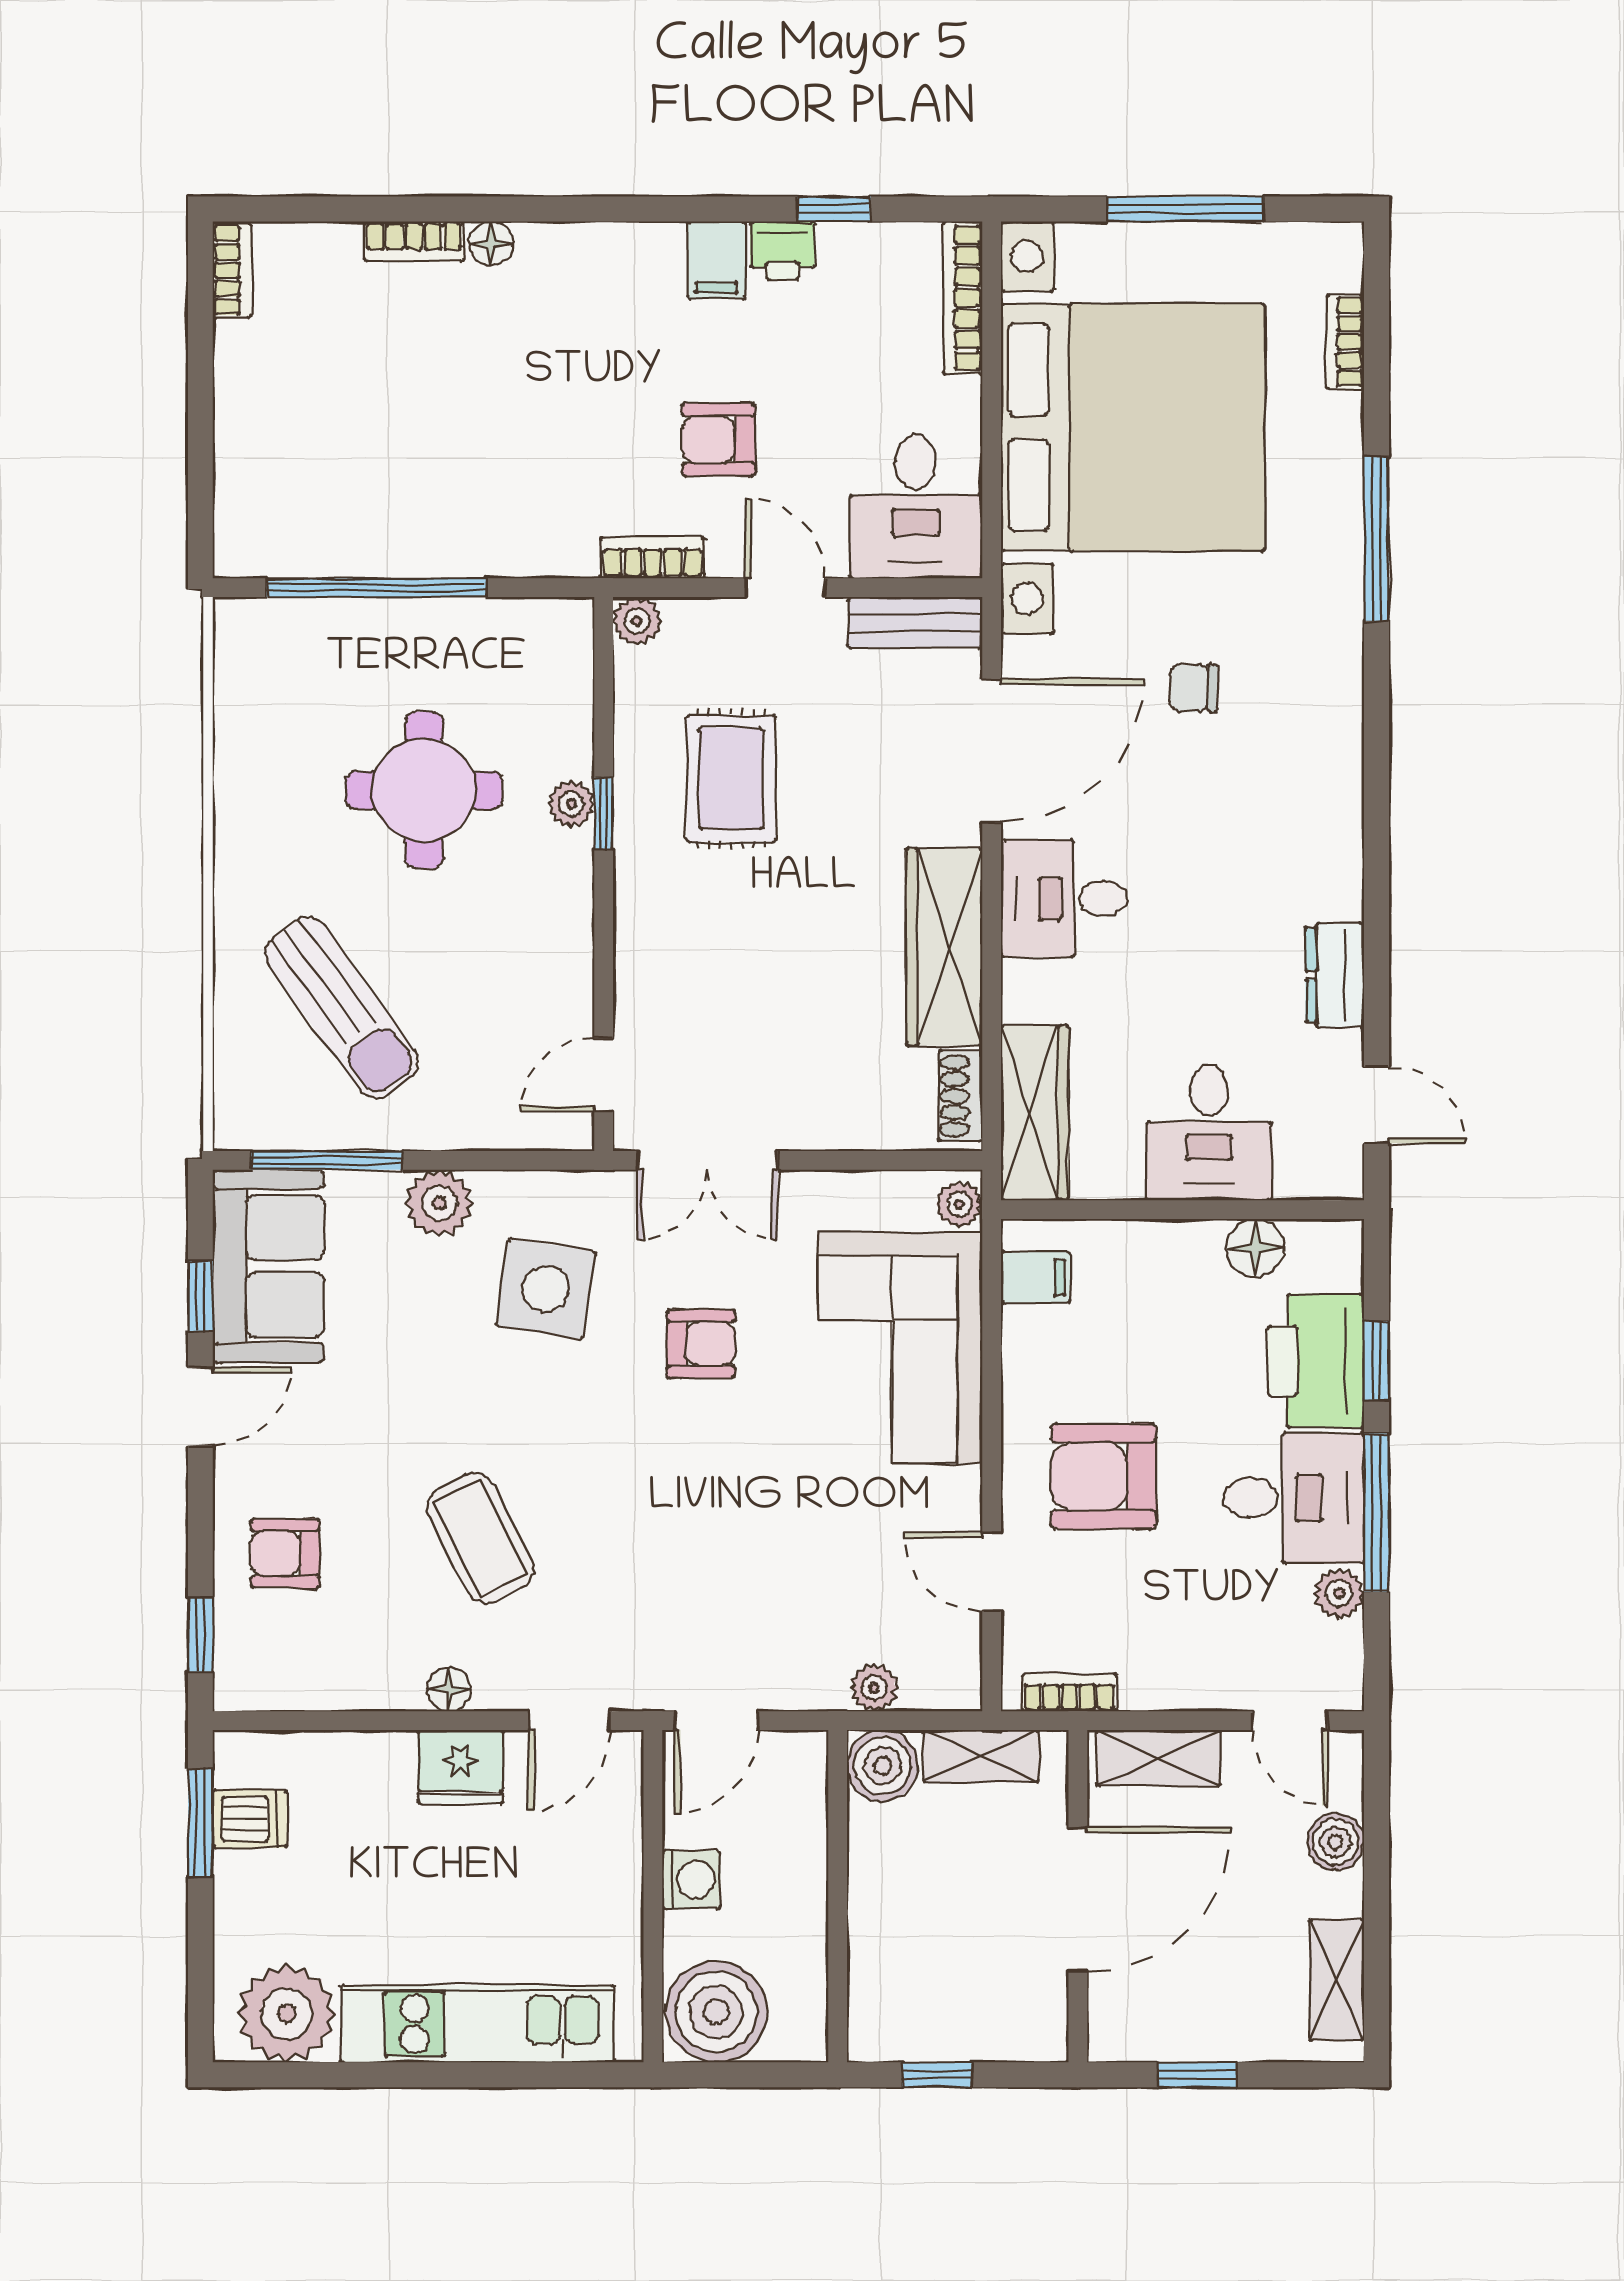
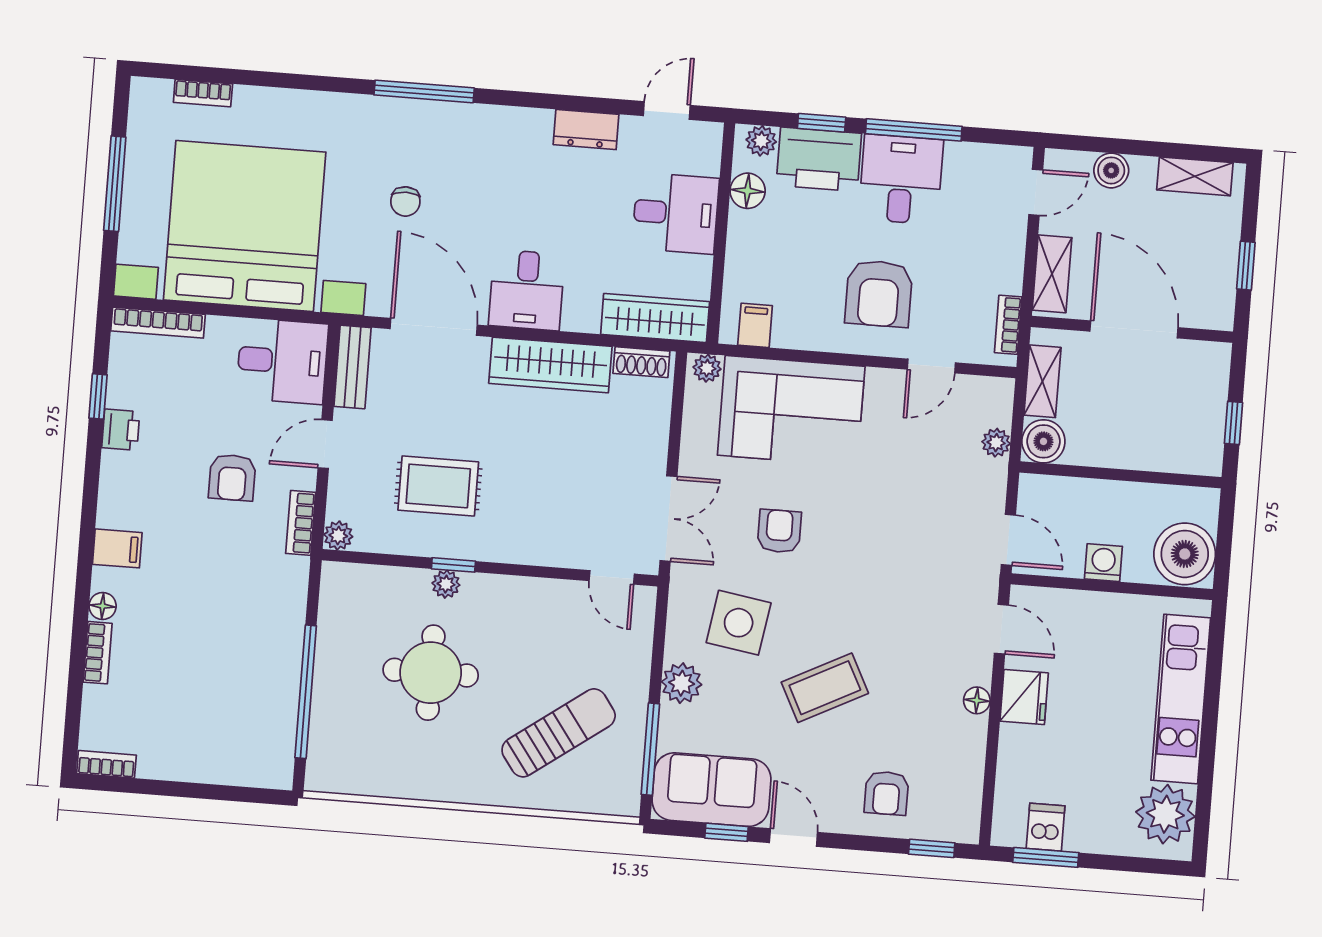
filing cabinet: (716, 260) -> (117, 548), moved
window: (1376, 539) -> (424, 91), moved
coffee table: (480, 1538) -> (825, 688), moved
plant: (1339, 1593) -> (761, 141), moved

